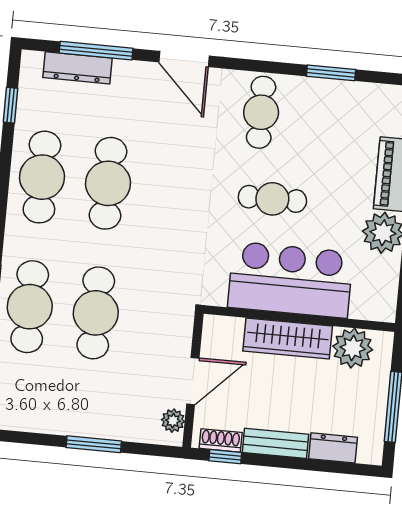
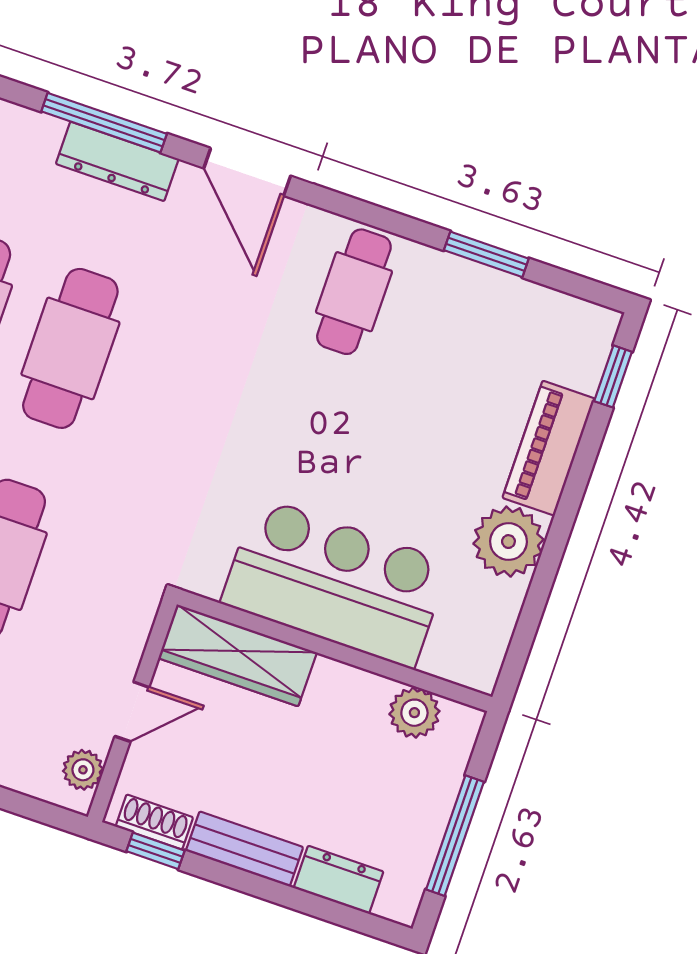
dresser: (78, 68) -> (117, 161), moved
cafe table: (272, 199) -> (338, 441), removed
wardrobe: (288, 339) -> (238, 655), moved
plant: (353, 348) -> (414, 713), width x0.73, depth x0.73
door: (193, 381) -> (132, 712), width x0.73

